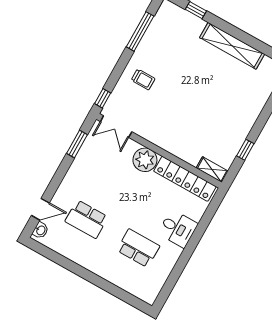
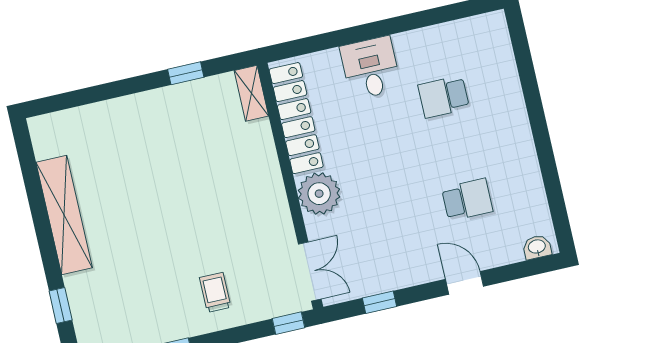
window: (77, 144) -> (380, 302), width x0.67
door: (40, 209) -> (465, 283), moved
school desk: (87, 219) -> (467, 200), width x0.54
school desk: (138, 248) -> (444, 97), width x0.54

